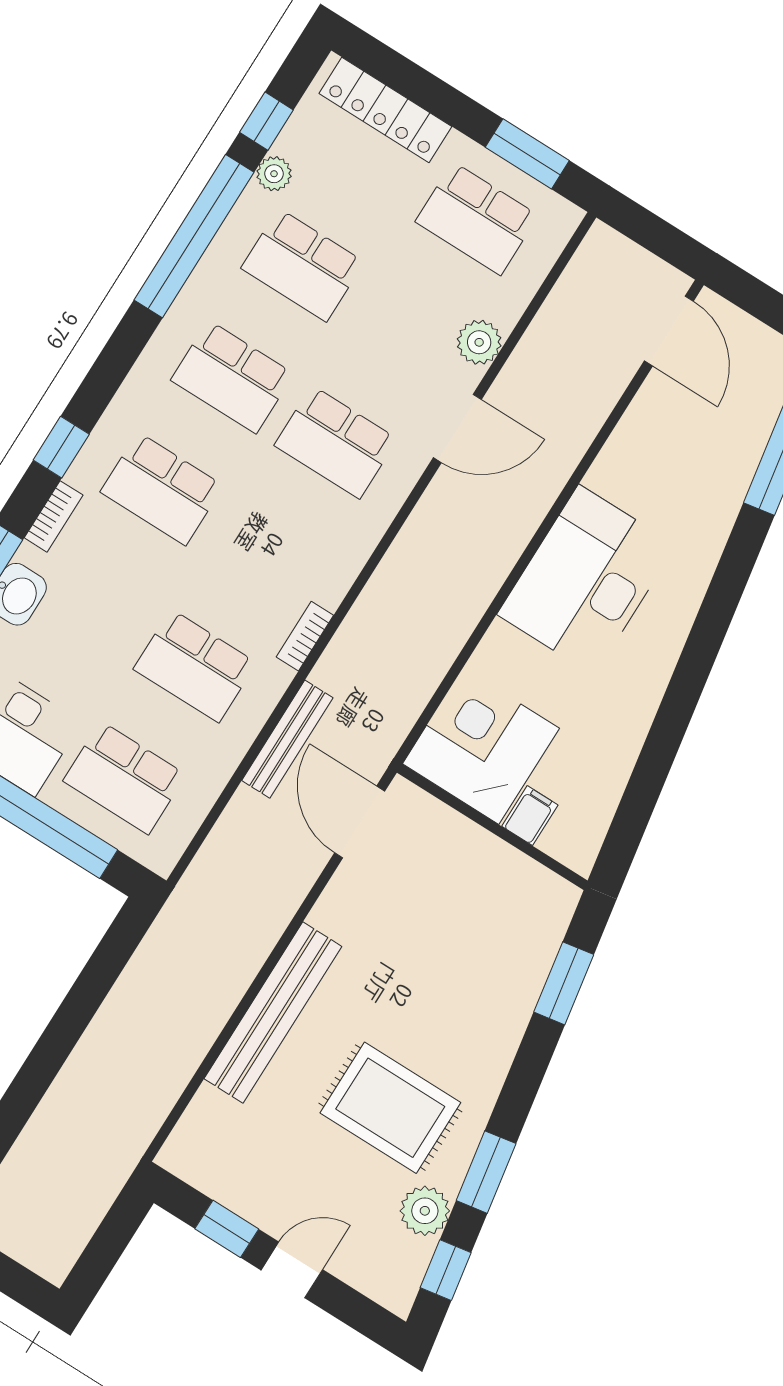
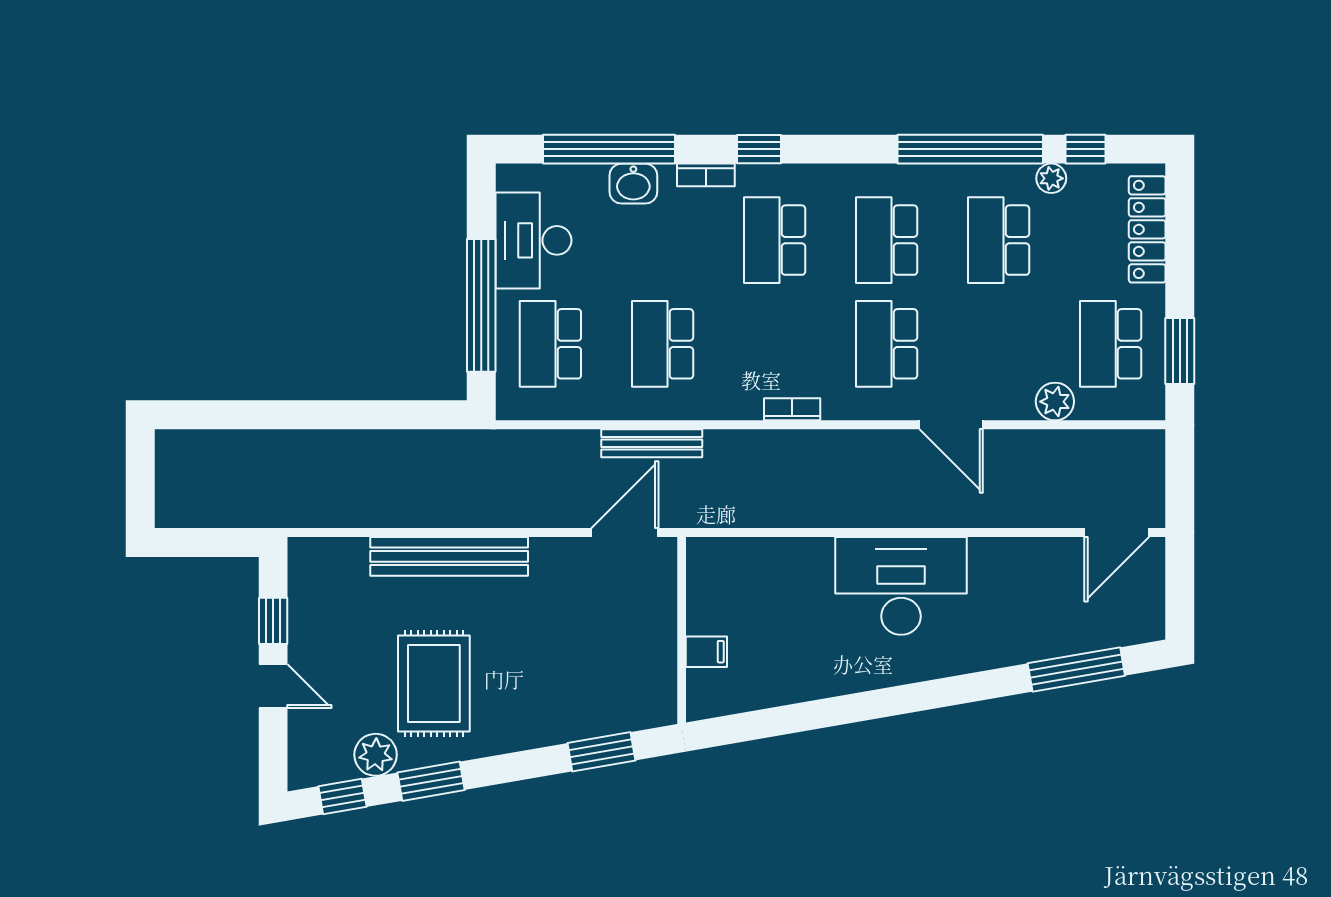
plant: (479, 342) -> (1055, 402), moved
bookcase: (305, 636) -> (792, 409), moved
corner desk: (481, 746) -> (734, 585), removed

